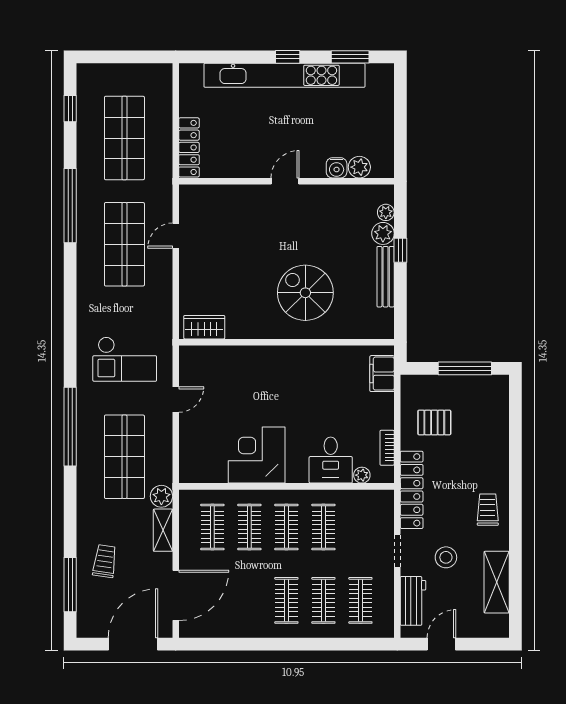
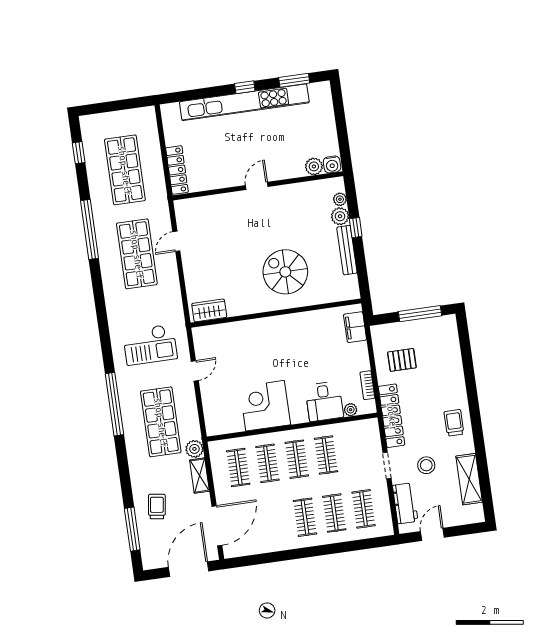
water cooler: (337, 168) -> (332, 164), moved

